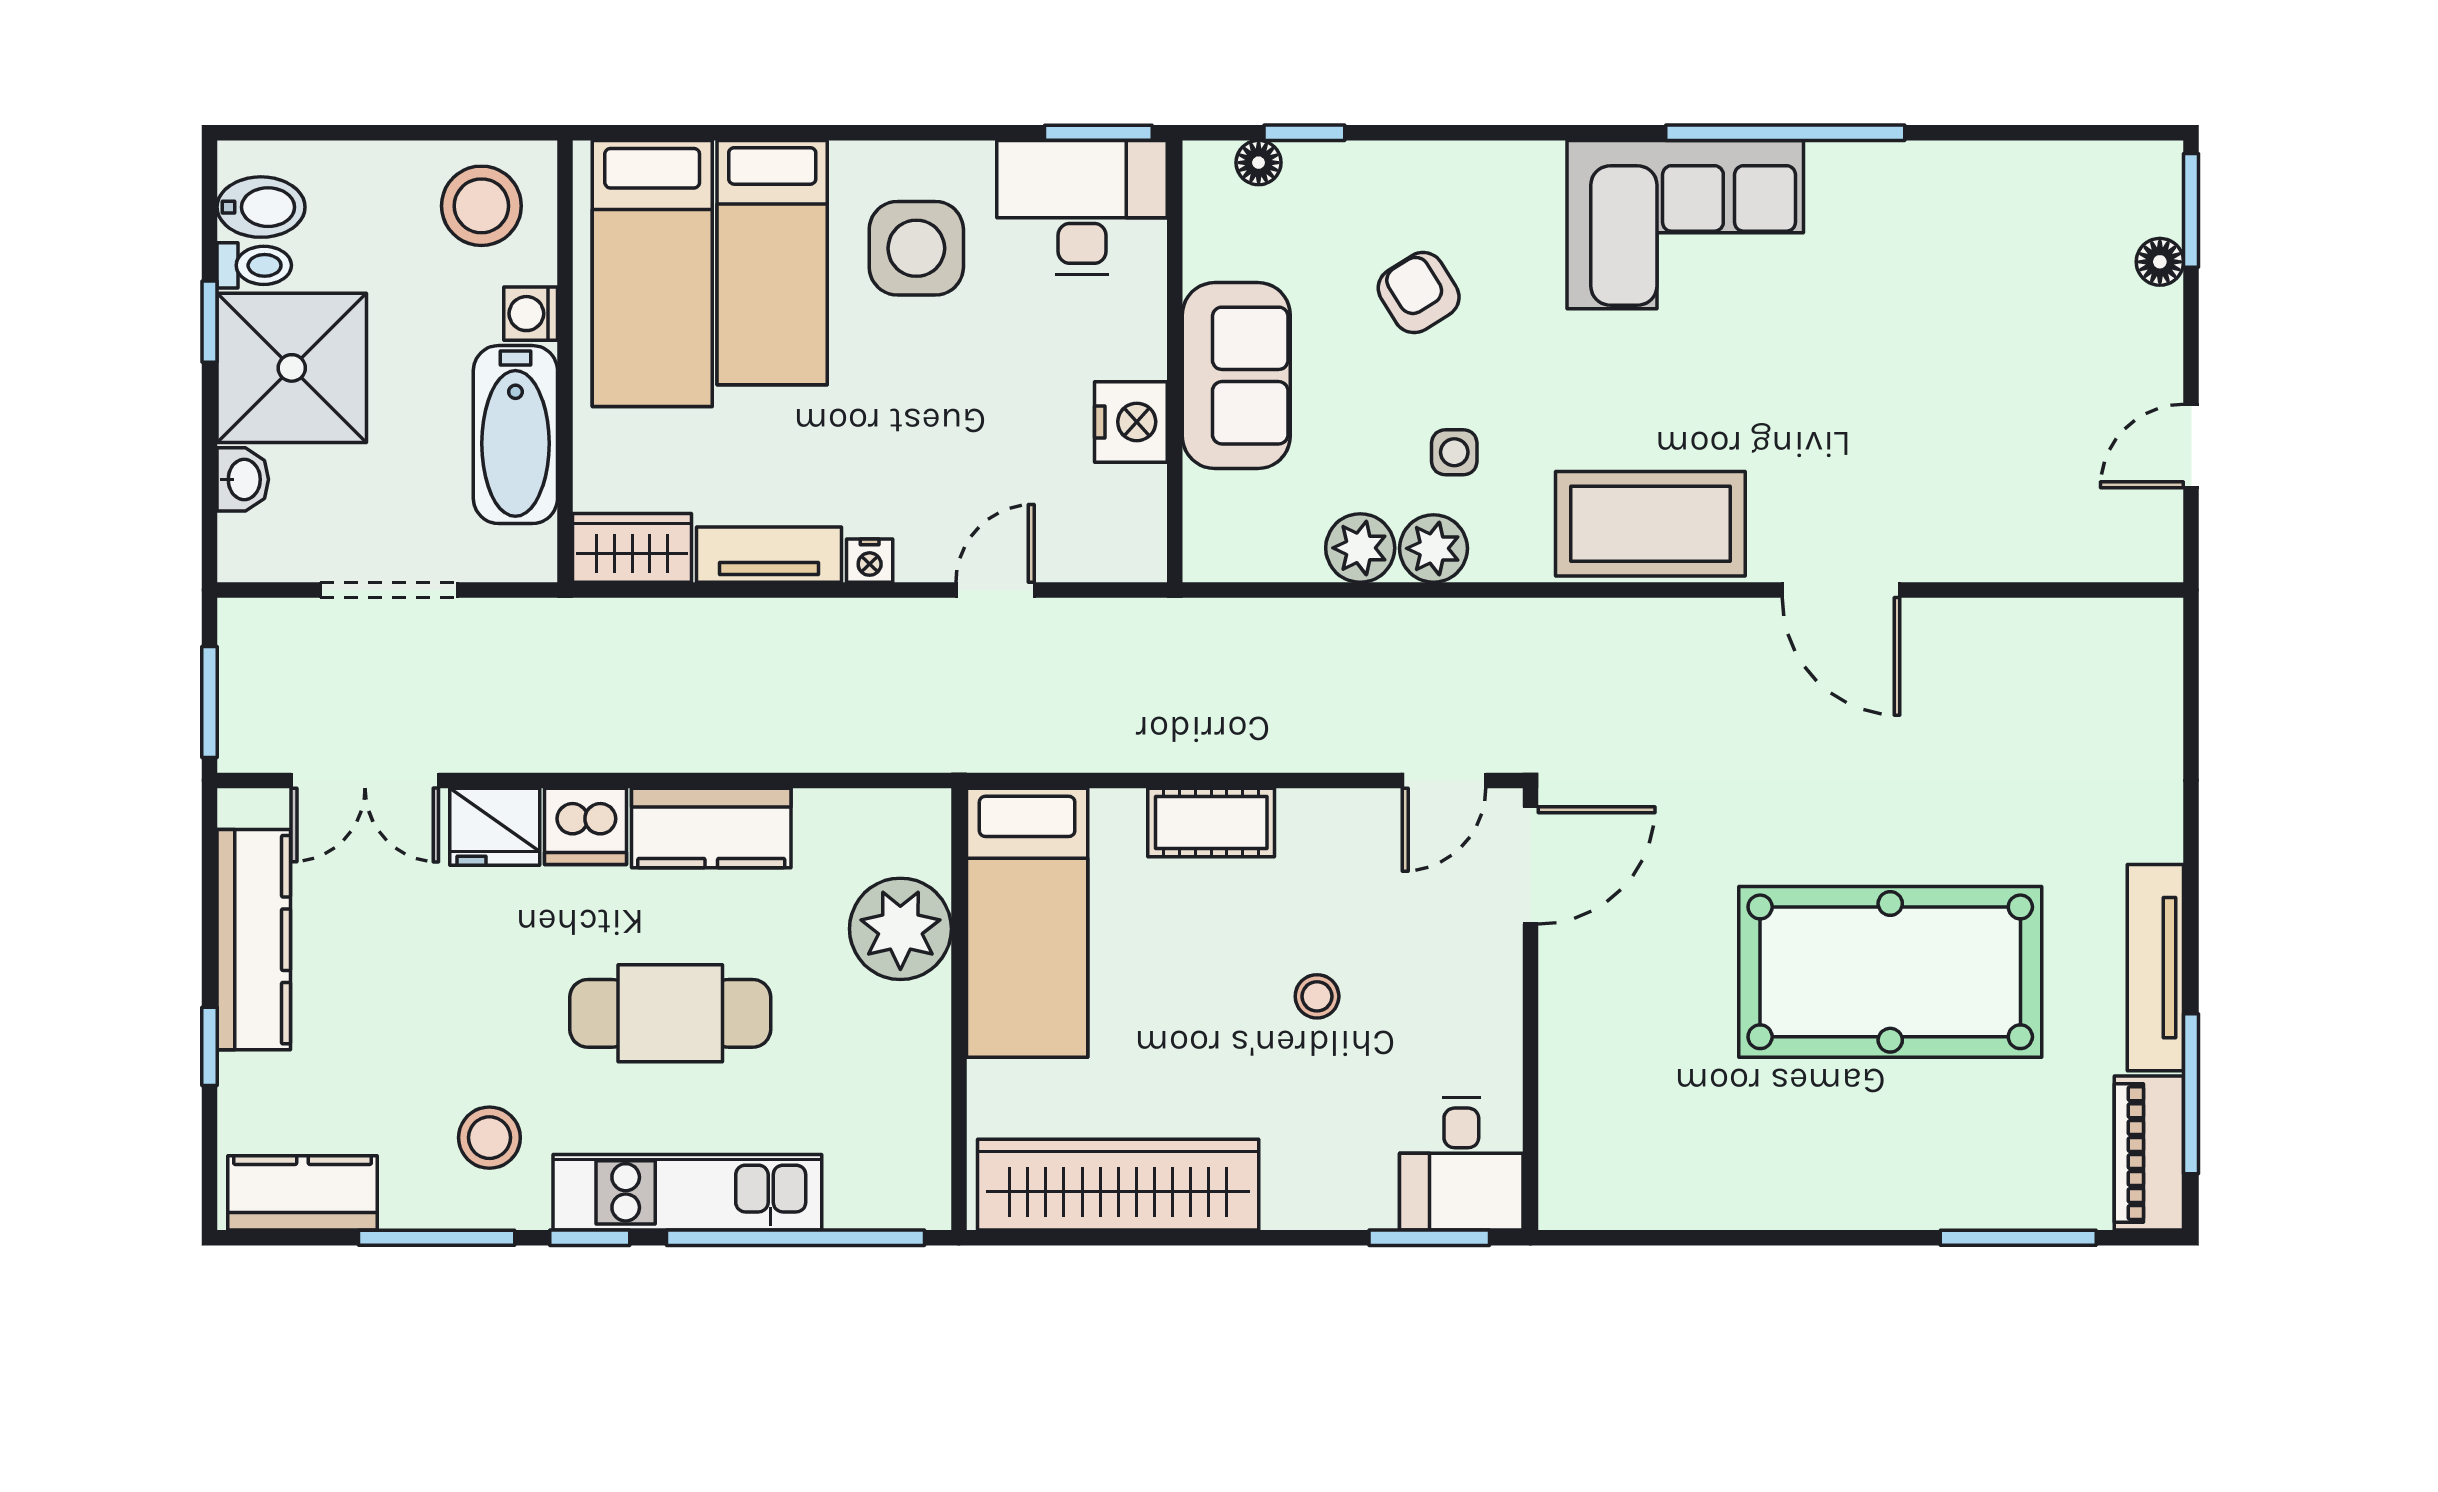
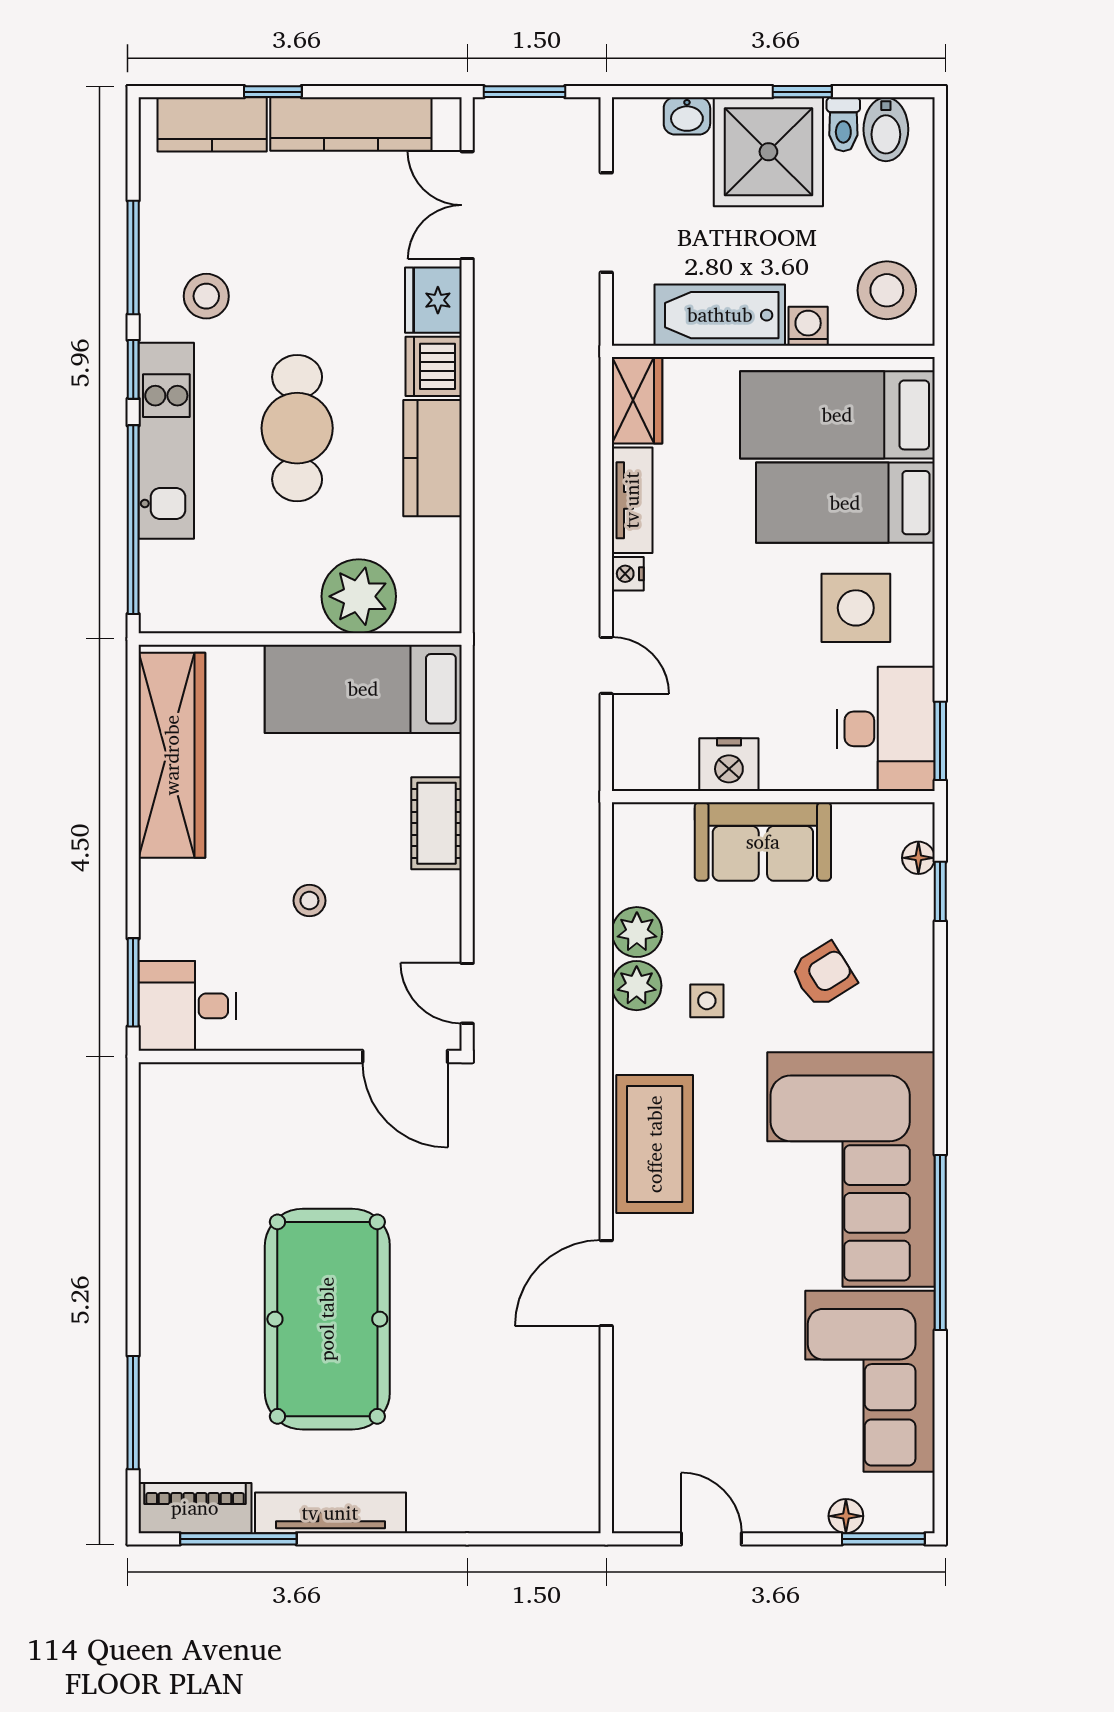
corner sofa: (1685, 225) -> (851, 1169), width x1.36, depth x1.36
corner sofa: (1975, 229) -> (870, 1381), added
kitchen counter: (302, 1193) -> (212, 124), moved, turned 90

